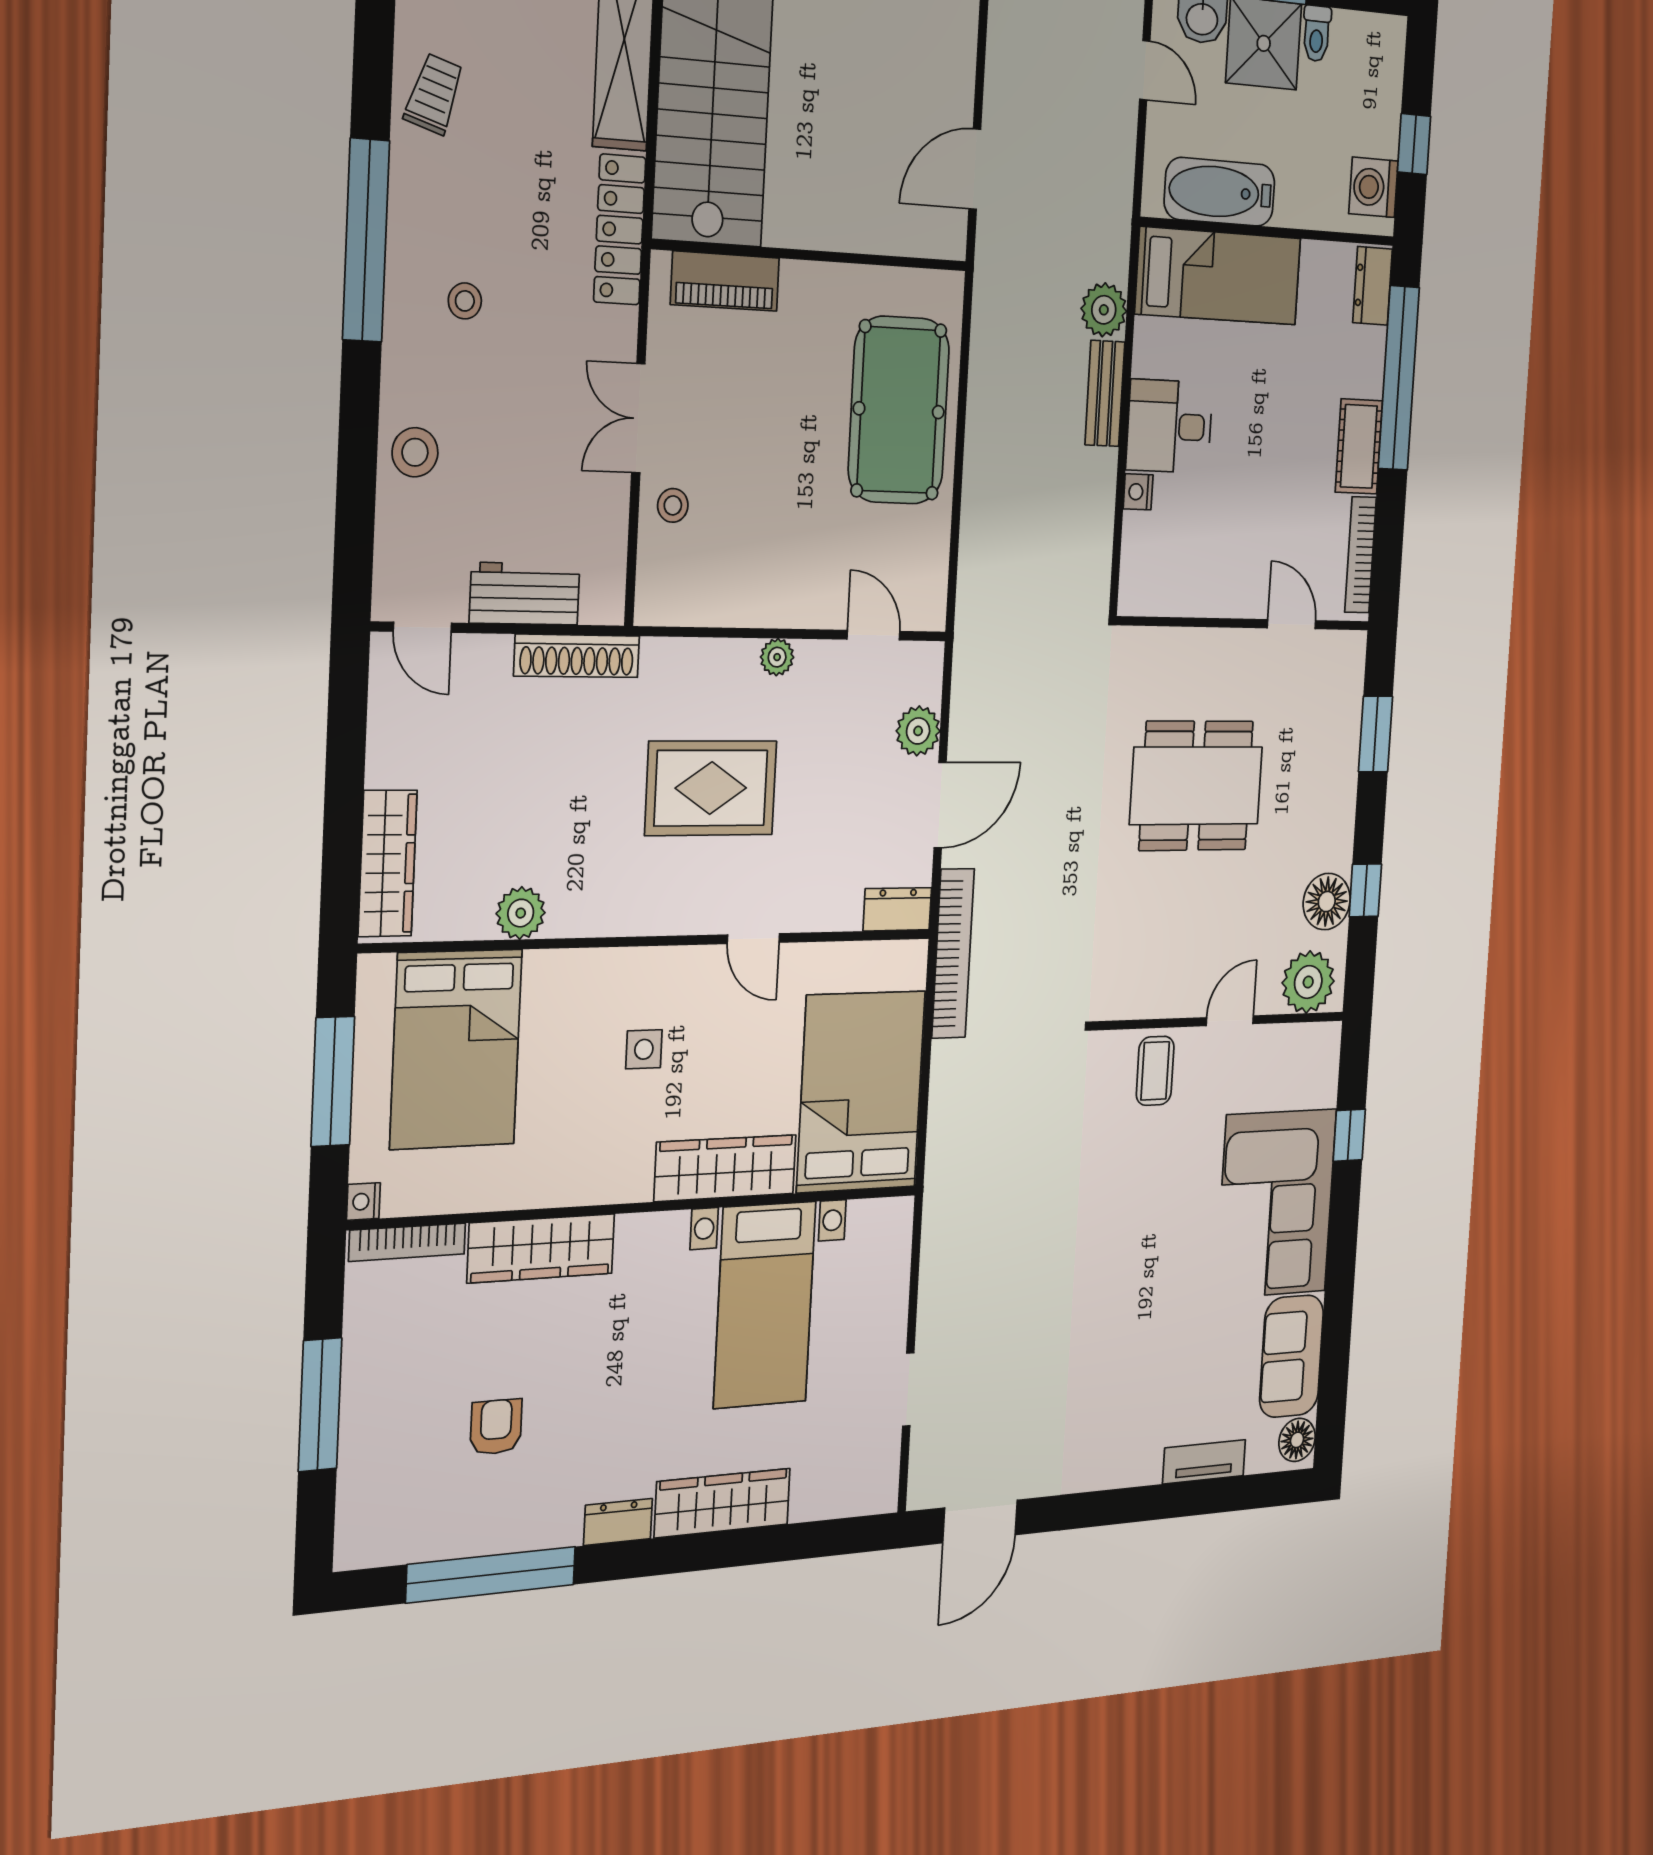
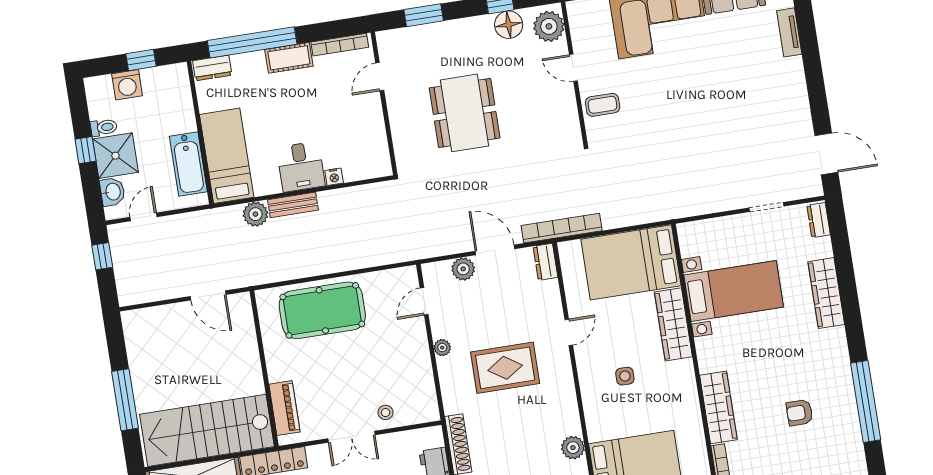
washing machine: (1373, 187) -> (127, 85), moved
rug: (711, 788) -> (505, 368), turned 90
dresser: (618, 1522) -> (819, 220), moved

